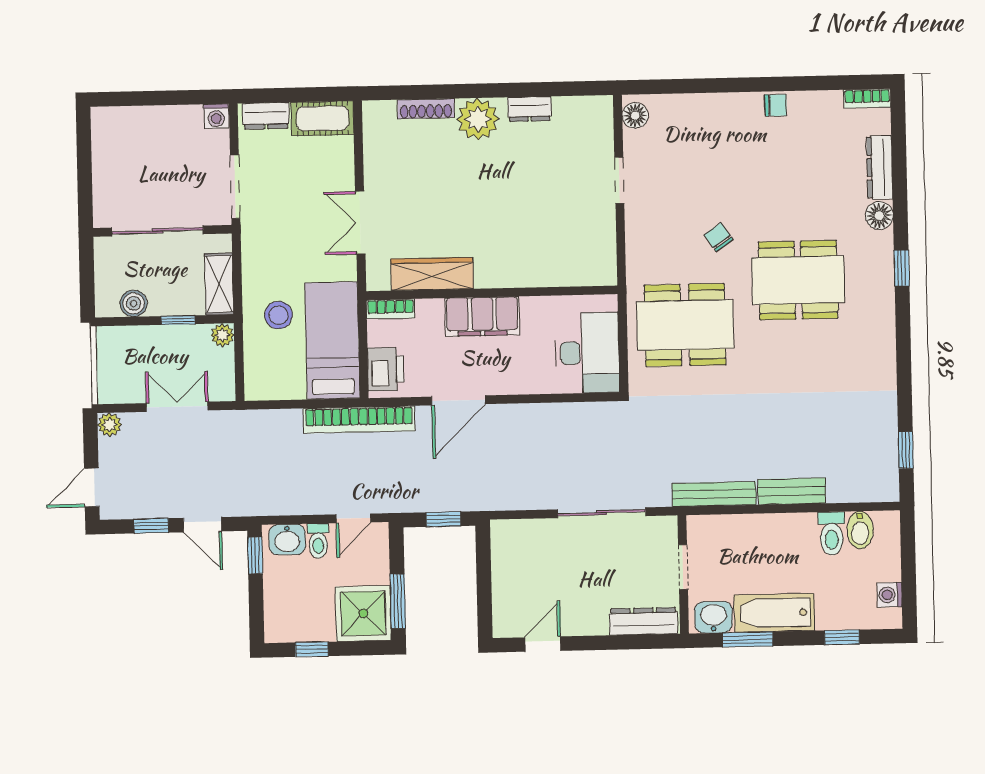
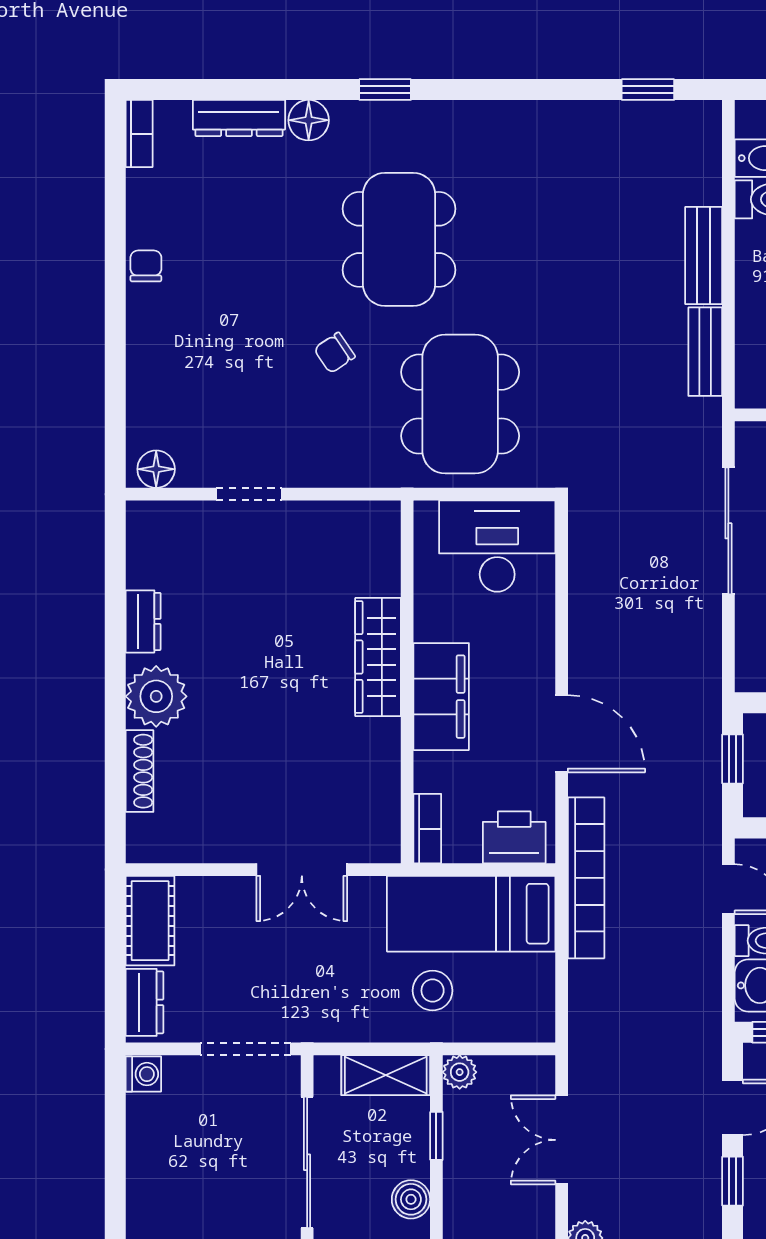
wardrobe: (432, 274) -> (378, 657), moved
bench: (714, 494) -> (705, 352), width x0.73

